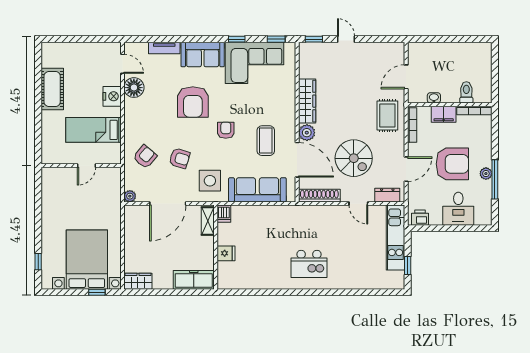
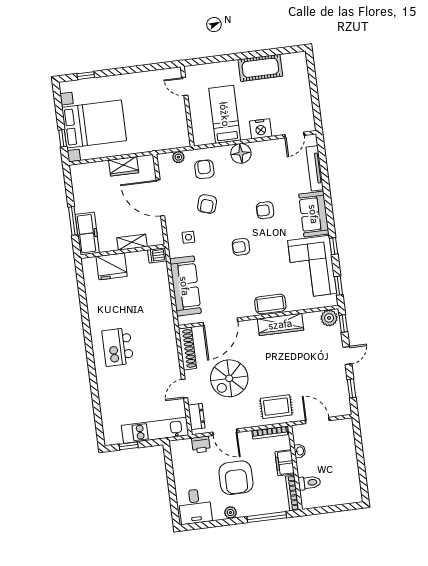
window: (379, 39) -> (352, 388), added
tv unit: (164, 48) -> (315, 168), width x1.41
floor lamp: (134, 88) -> (241, 153), moved
armchair: (193, 102) -> (265, 210), width x0.53, depth x0.53
armchair: (226, 130) -> (241, 247), turned 180
plant: (307, 133) -> (329, 318), moved
coffee table: (266, 141) -> (270, 304), moved
armchair: (145, 157) -> (204, 169), turned -130
door: (86, 166) -> (185, 86), moved
window: (495, 179) -> (267, 517), moved
side table: (210, 181) -> (188, 237), width x0.54, depth x0.54
plant: (130, 196) -> (178, 157), moved
desk: (458, 209) -> (195, 506), moved, turned -90
printer: (420, 218) -> (201, 445), moved, turned 90
shelving: (208, 221) -> (132, 242), moved
fridge: (226, 253) -> (112, 266), width x1.88, depth x1.34
wardrobe: (138, 281) -> (124, 166), moved, turned 90
window: (179, 292) -> (73, 221), added

